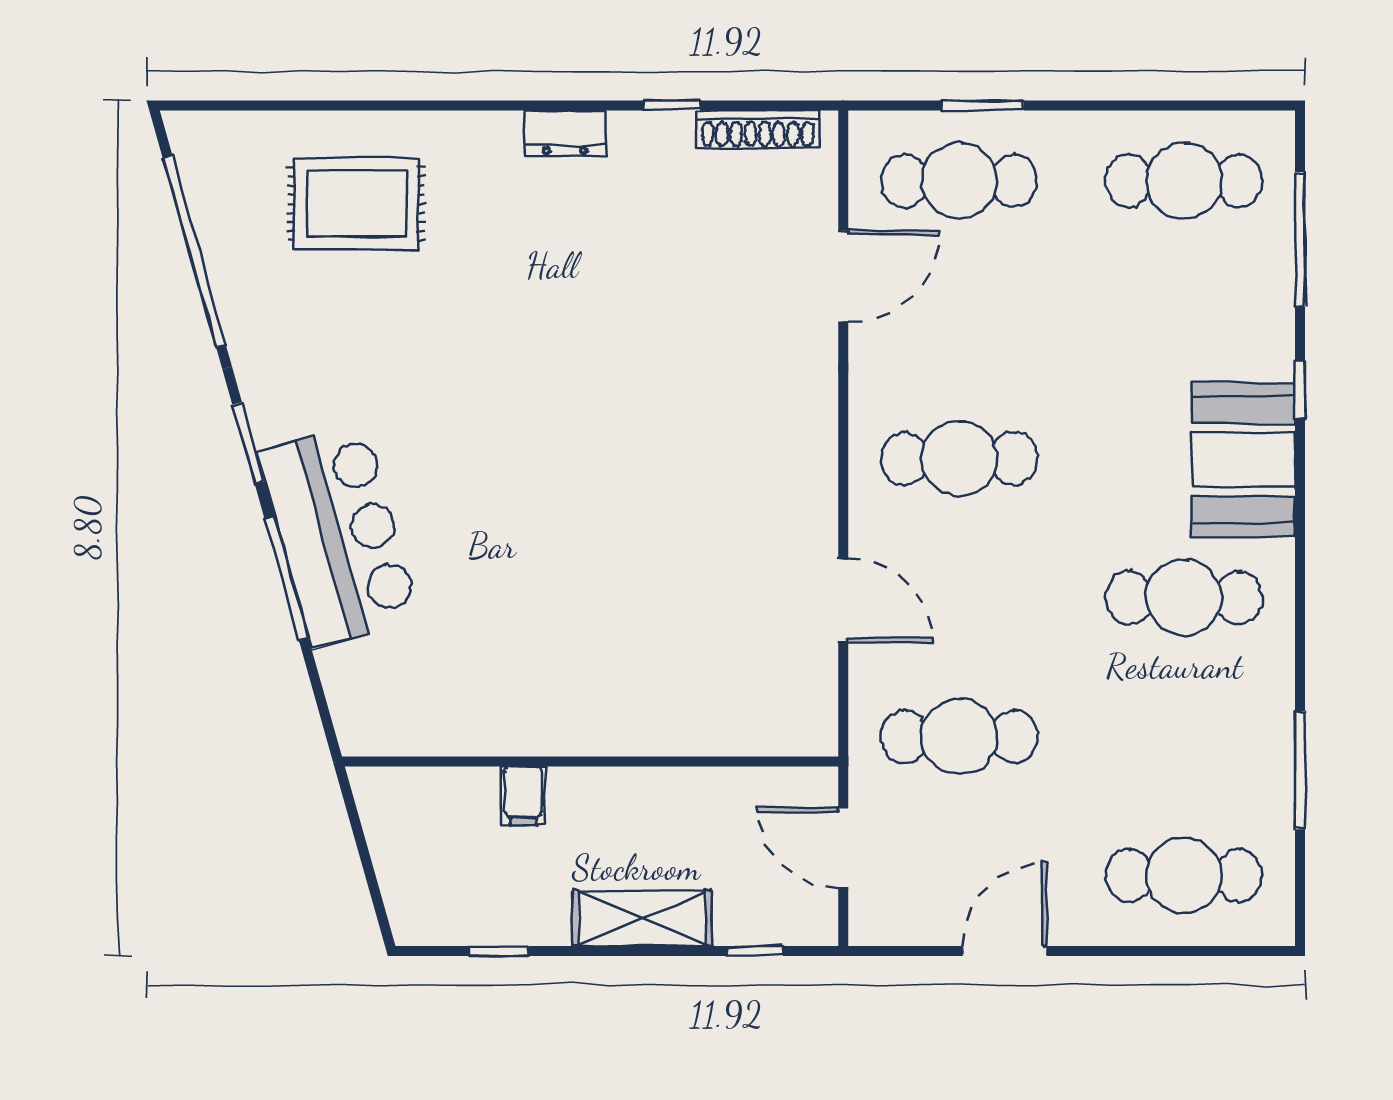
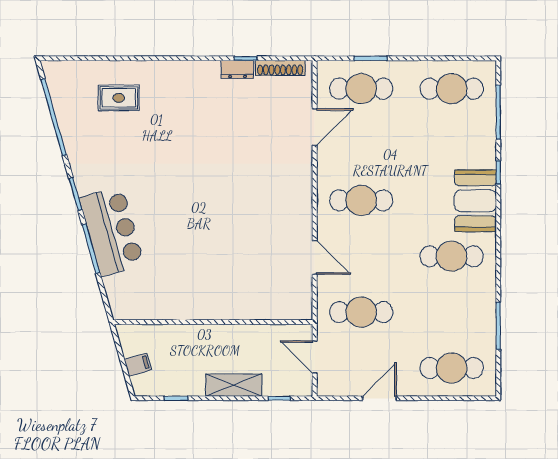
dresser: (565, 133) -> (237, 69), moved
rug: (356, 204) -> (119, 98), width x0.73, depth x0.70
filing cabinet: (523, 796) -> (138, 365), moved, turned -106

